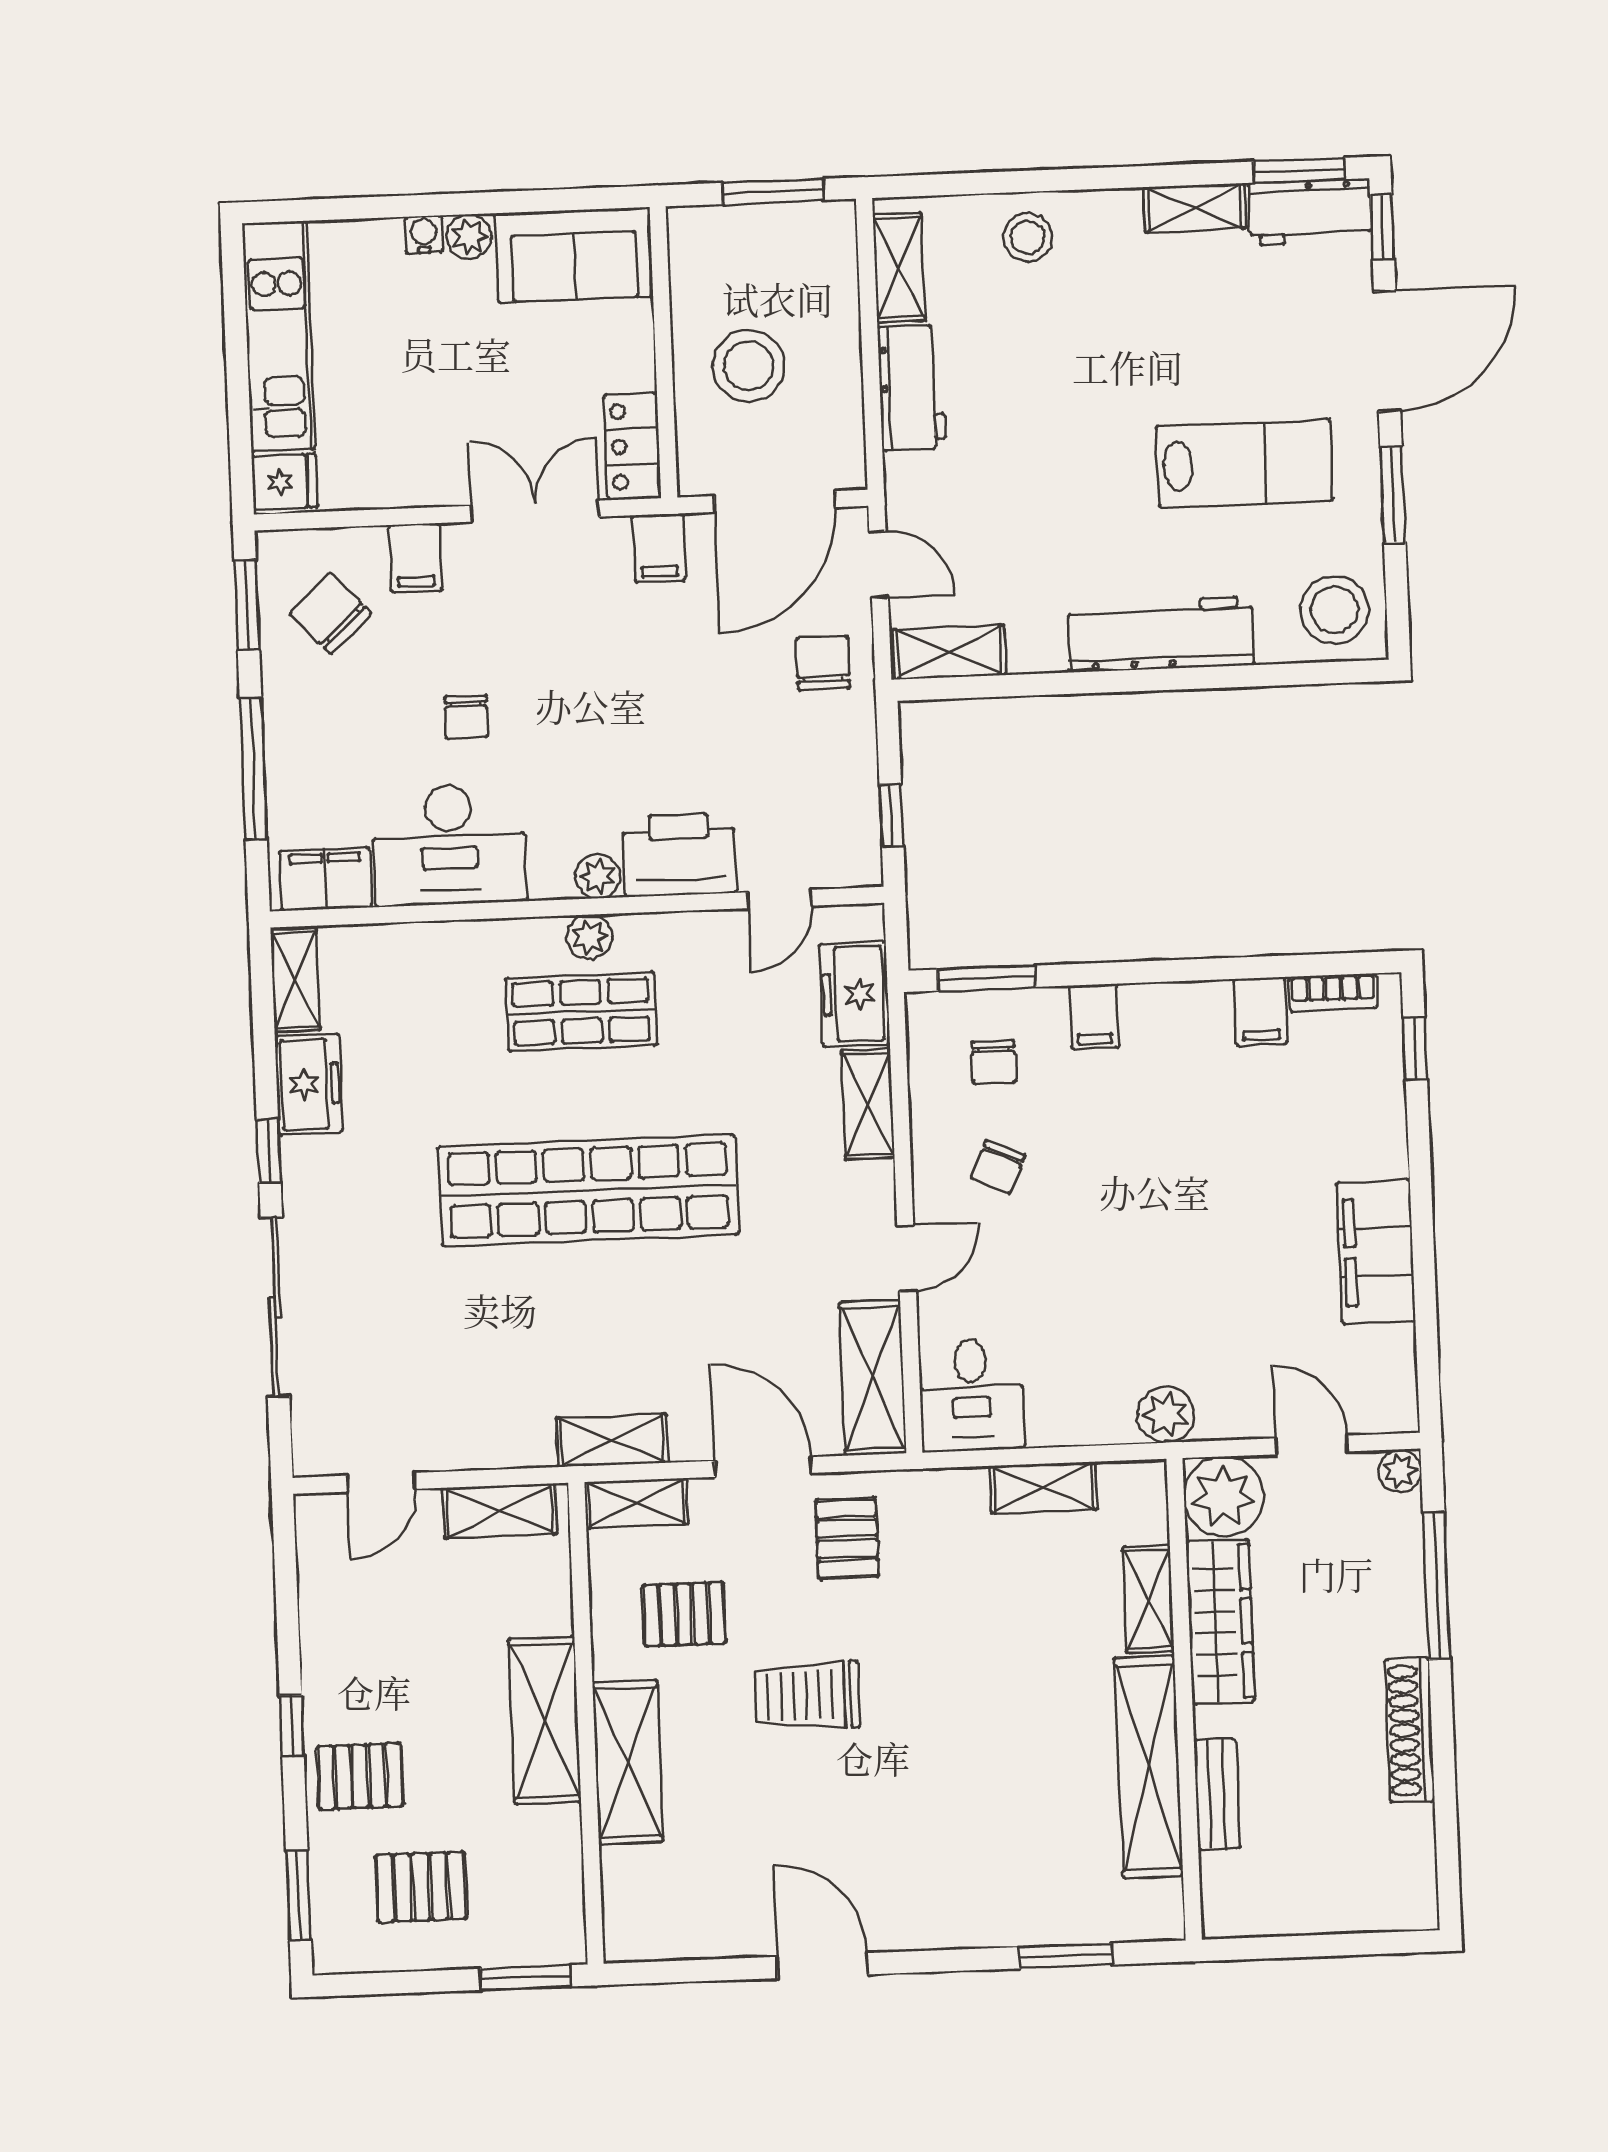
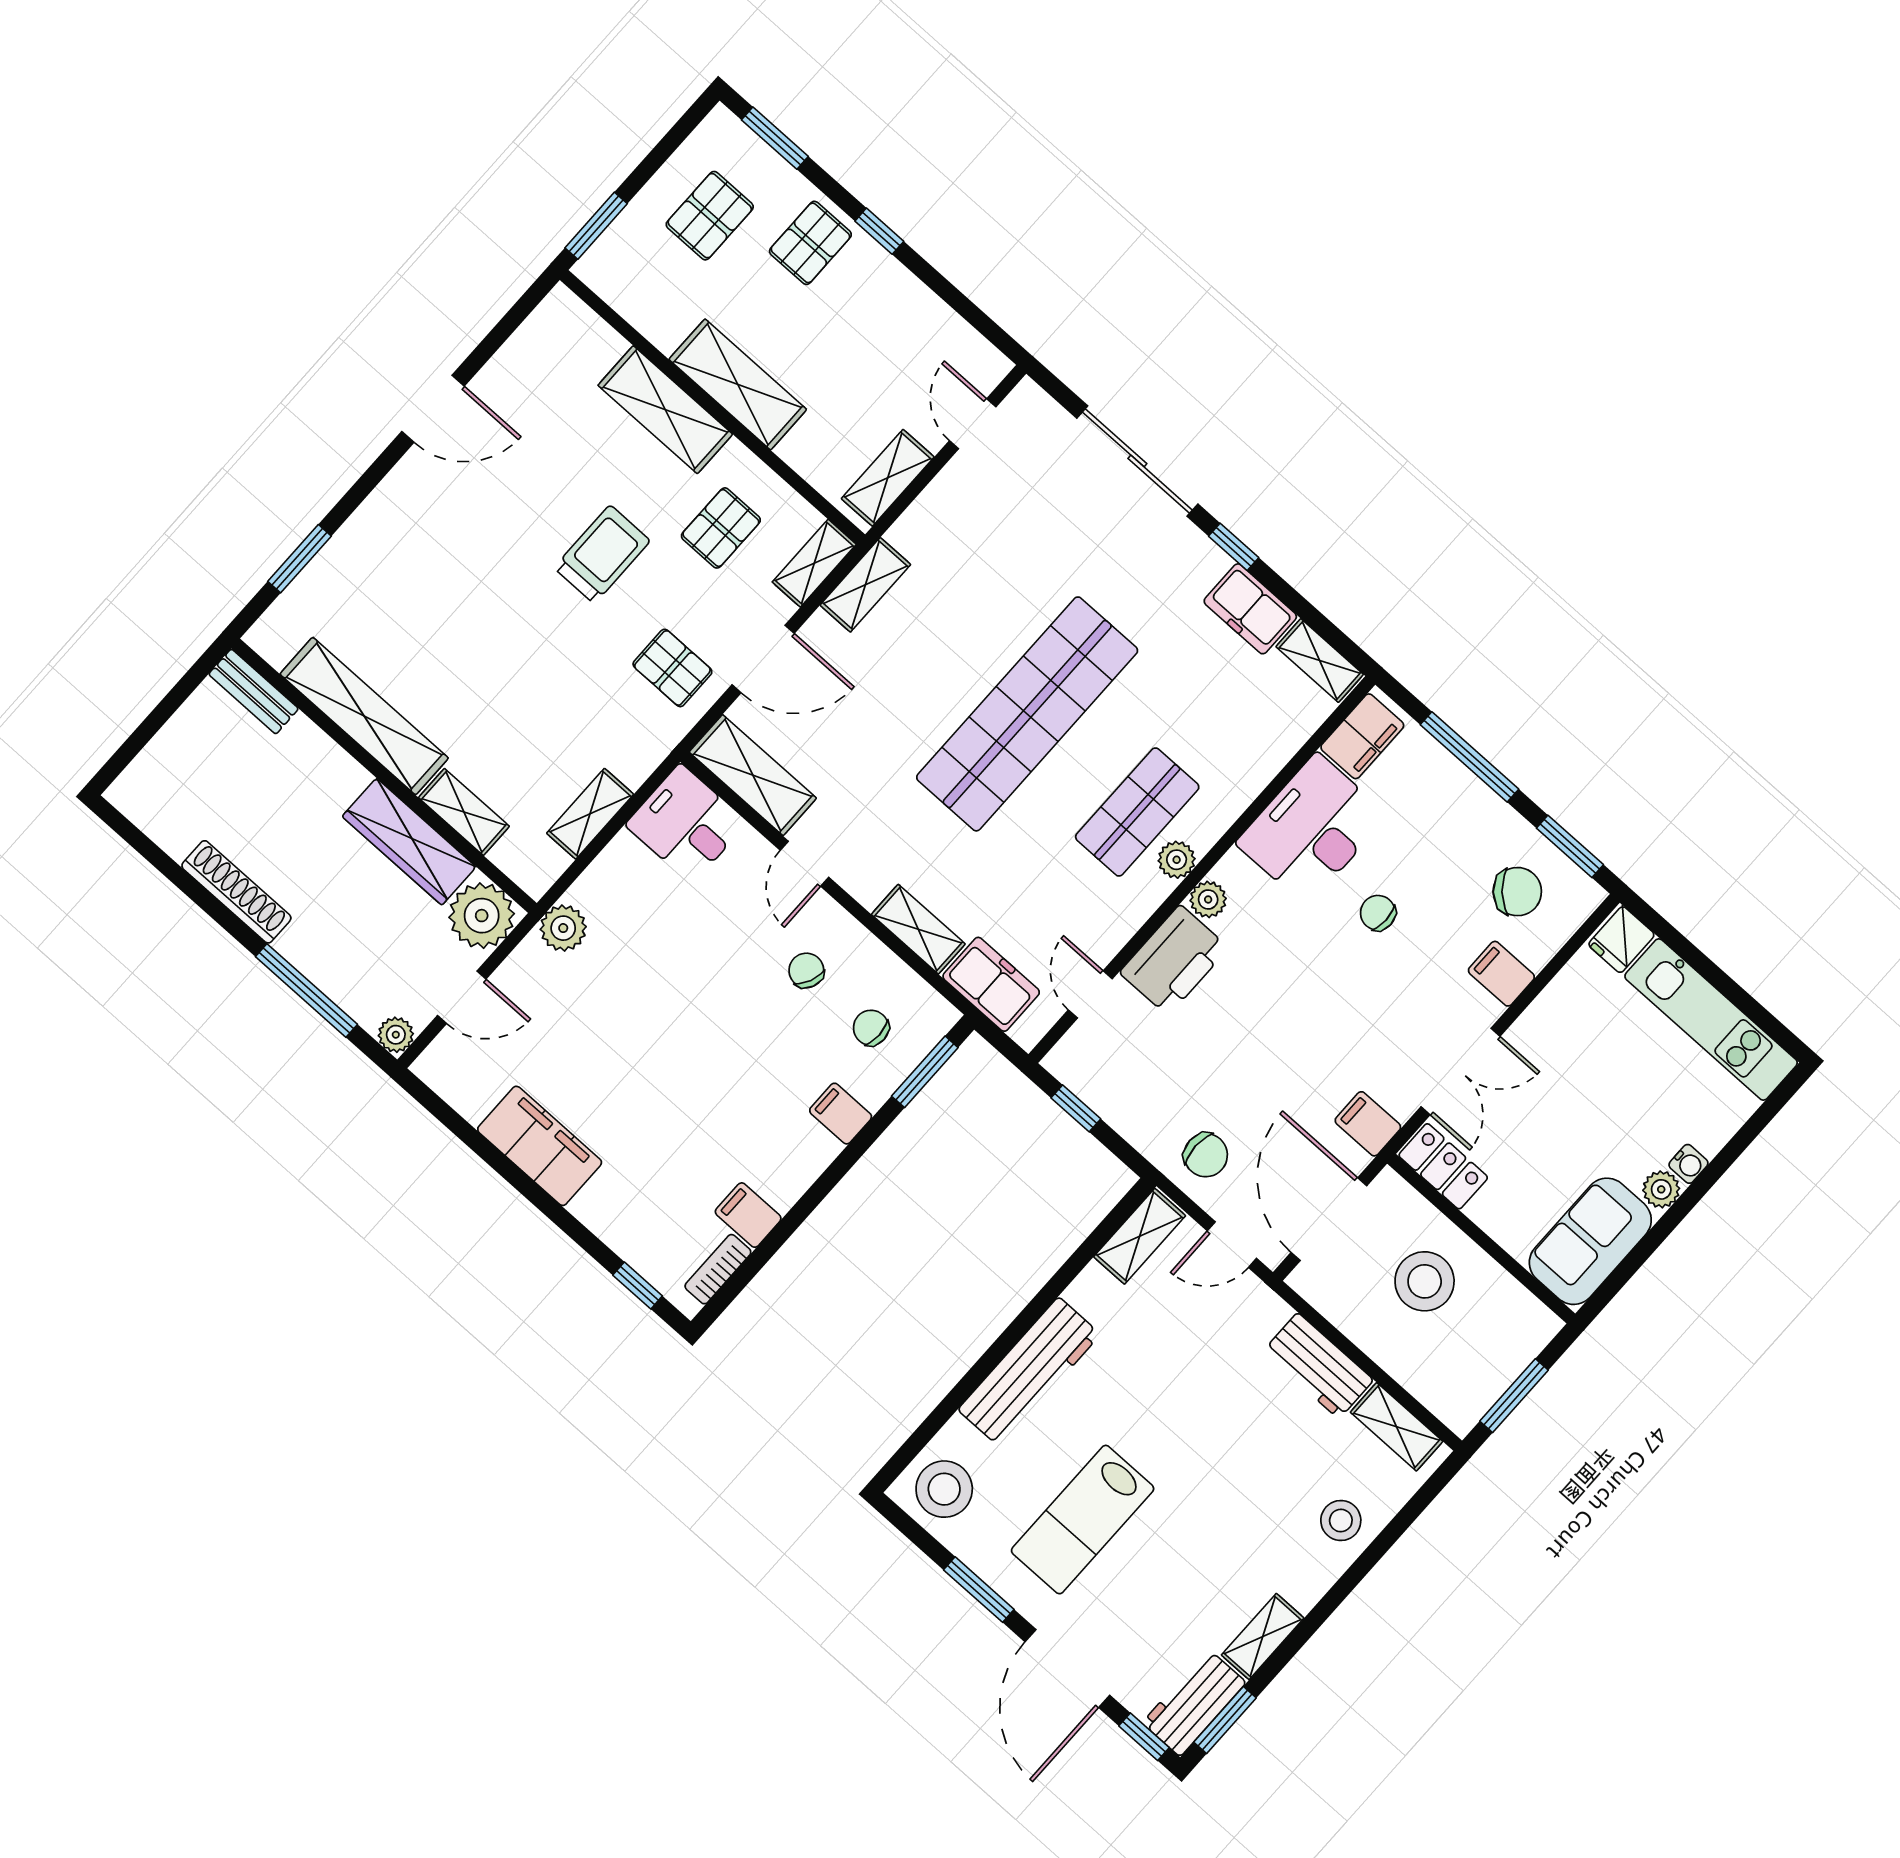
bench: (1217, 1794) -> (254, 692), moved

